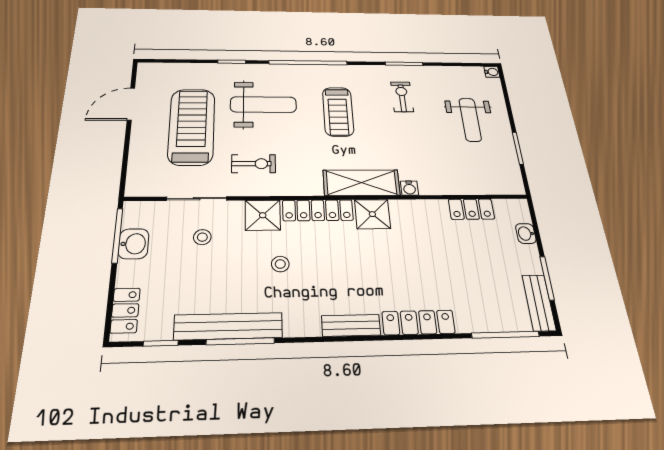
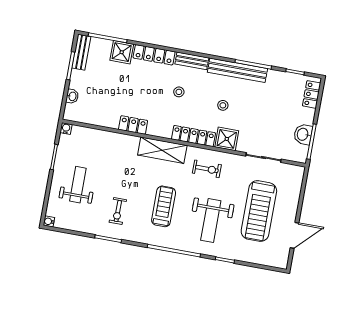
weight bench: (263, 105) -> (211, 221), turned -90
exercise bike: (254, 164) -> (207, 169), moved, turned 180
water cooler: (409, 188) -> (66, 128), moved
locker: (471, 209) -> (133, 125), moved
shower: (372, 214) -> (122, 52), moved
stool: (202, 237) -> (179, 92), moved
bench: (228, 326) -> (237, 70), moved

